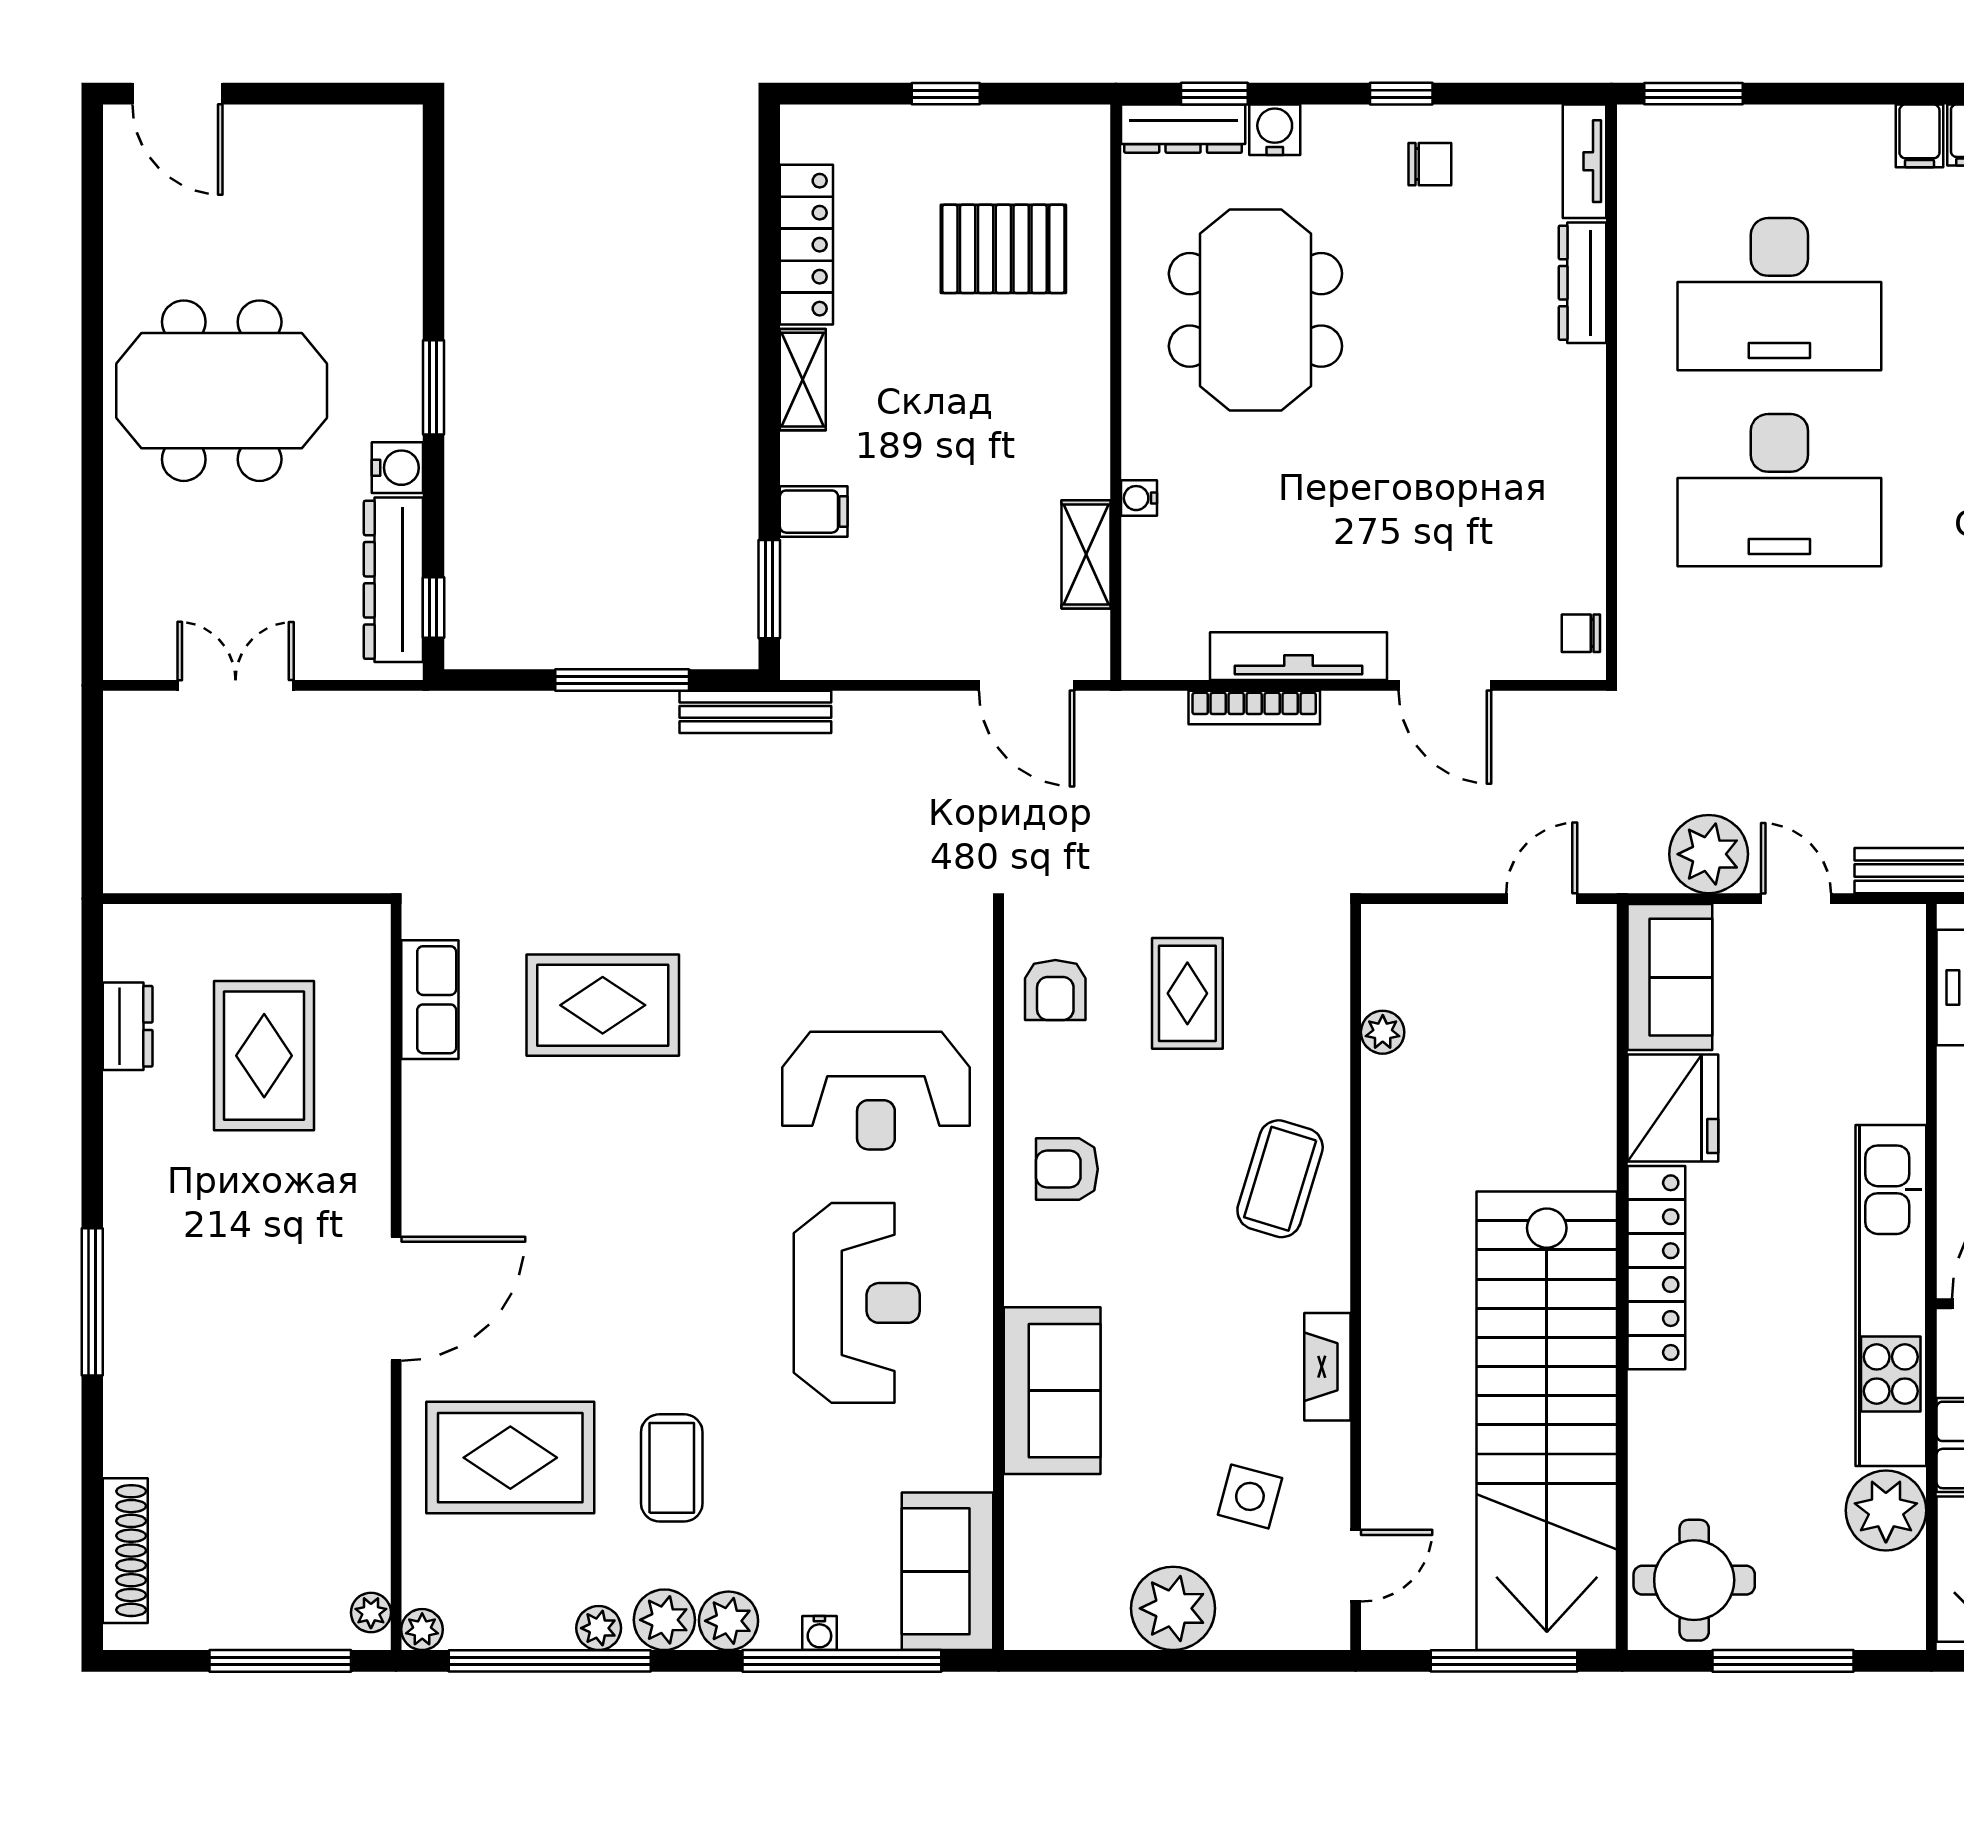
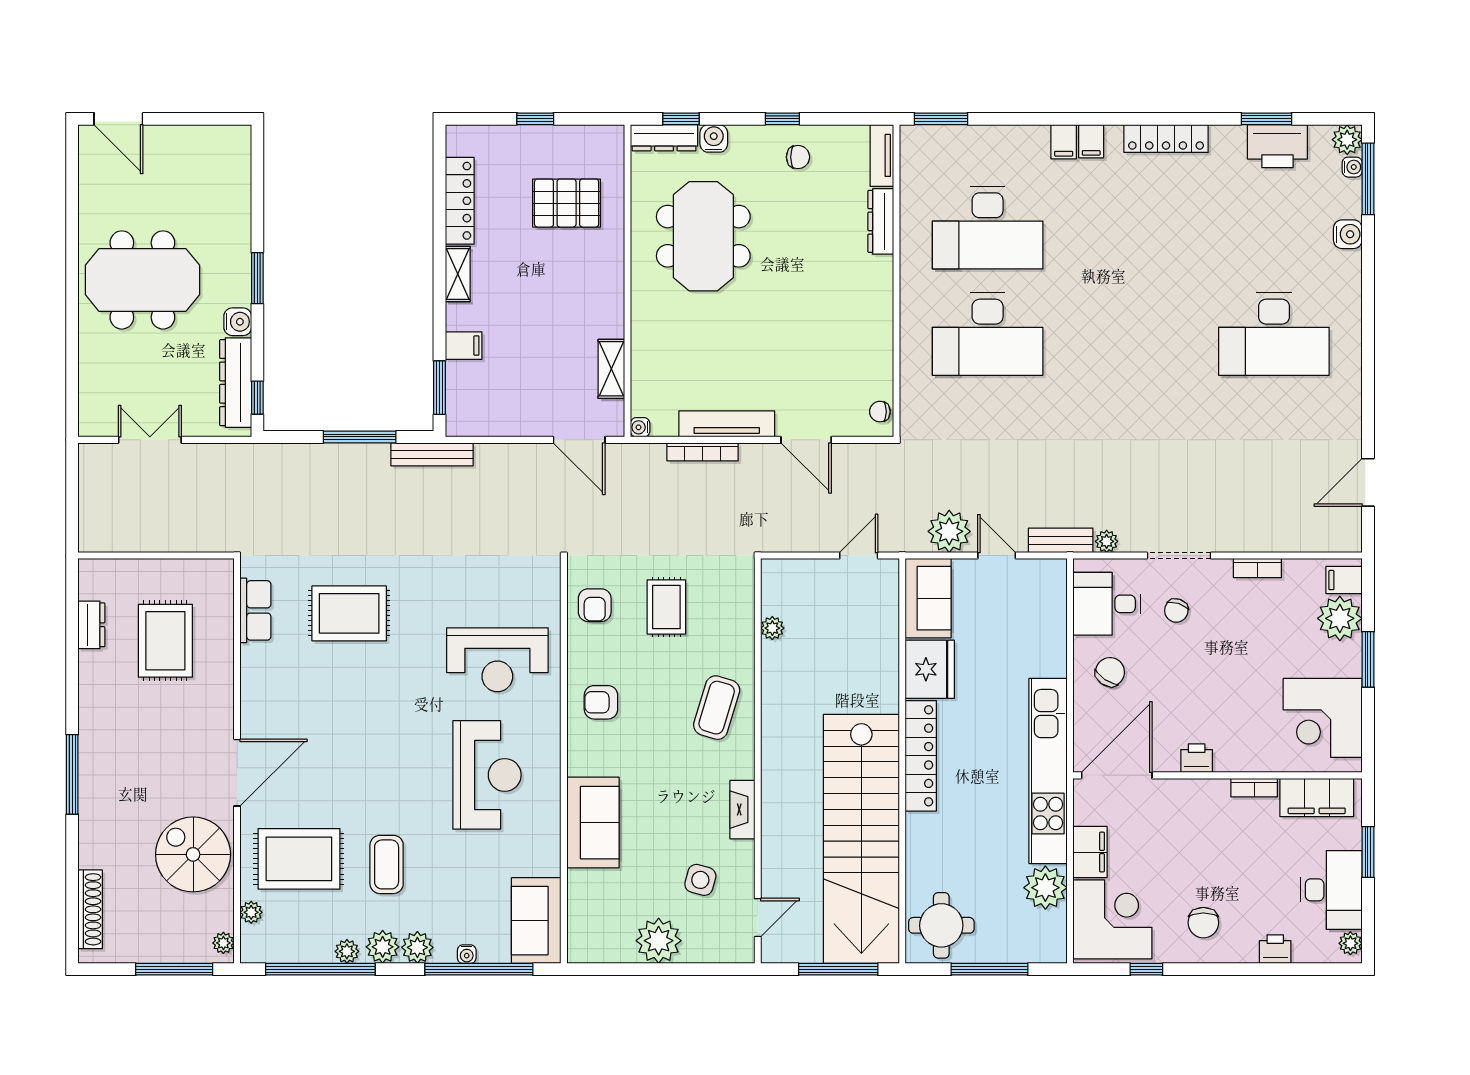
water cooler: (1139, 498) -> (640, 427), moved
spiral stairs: (315, 1449) -> (193, 854), added
plant: (422, 1630) -> (251, 912), moved

